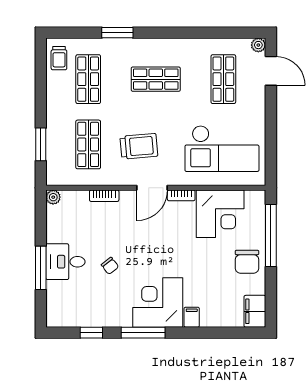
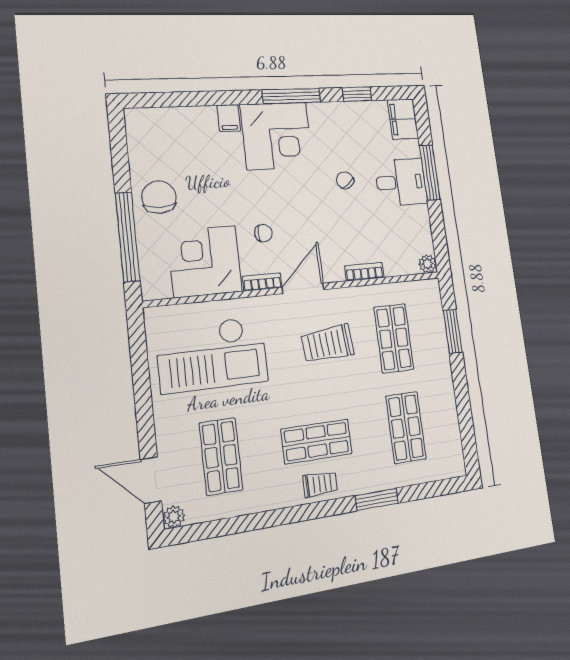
trolley: (59, 58) -> (320, 484), moved, turned 90
checkout: (222, 149) -> (212, 354), turned 180
chair: (176, 231) -> (263, 233), added
filing cabinet: (255, 311) -> (403, 119), moved, turned 180

